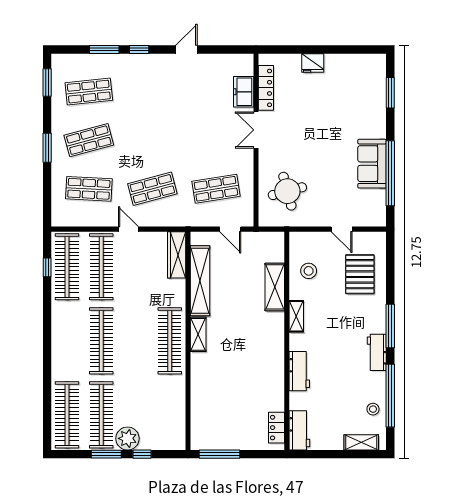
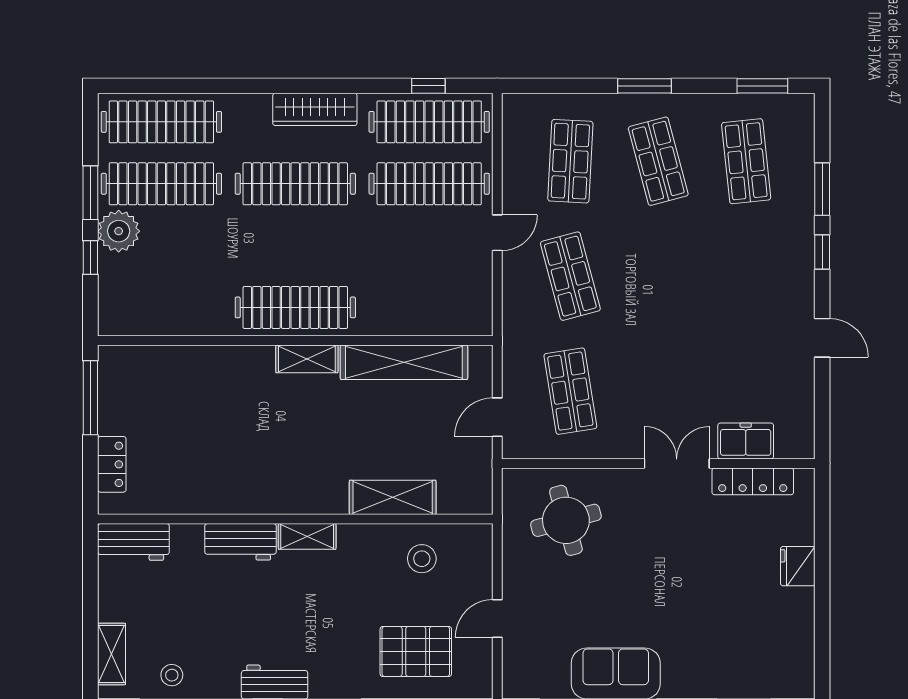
wardrobe: (177, 255) -> (315, 109), moved, turned 180
shelving: (296, 316) -> (307, 536), moved
locker: (276, 428) -> (112, 464), moved, turned 90

